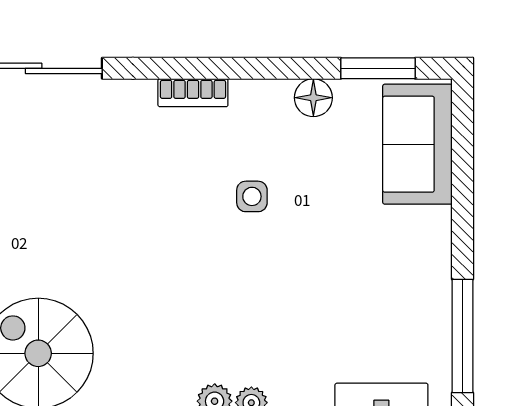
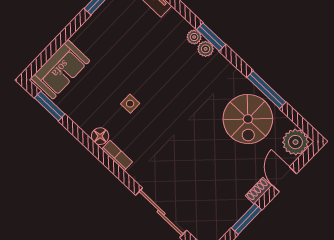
floor lamp: (313, 98) -> (100, 136), moved

